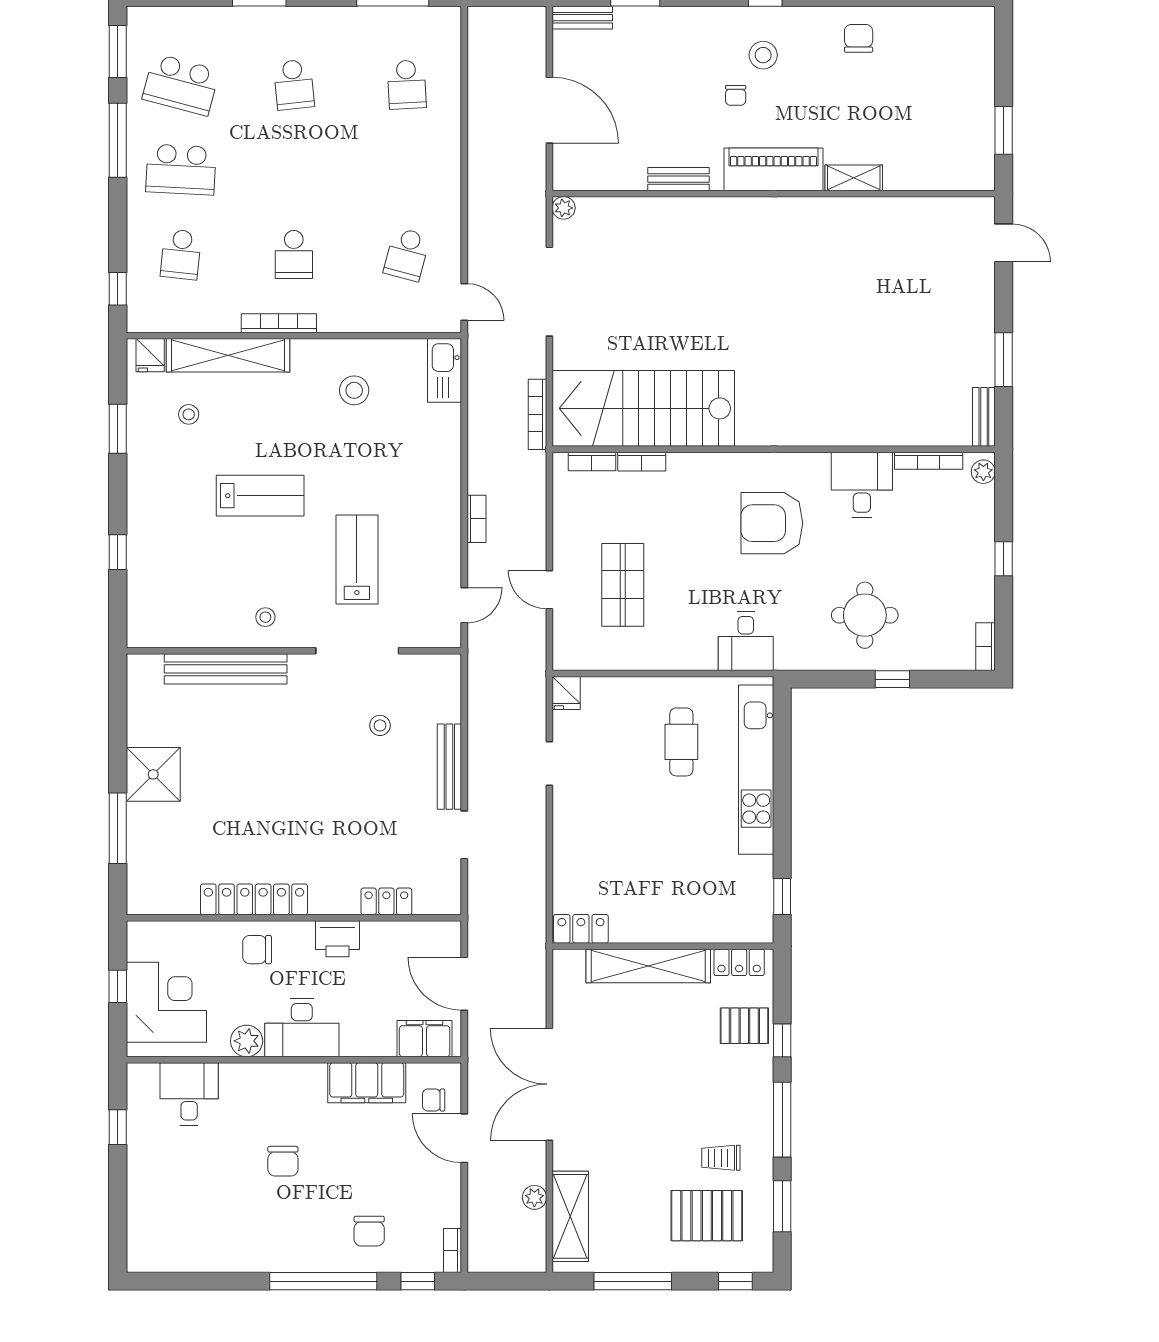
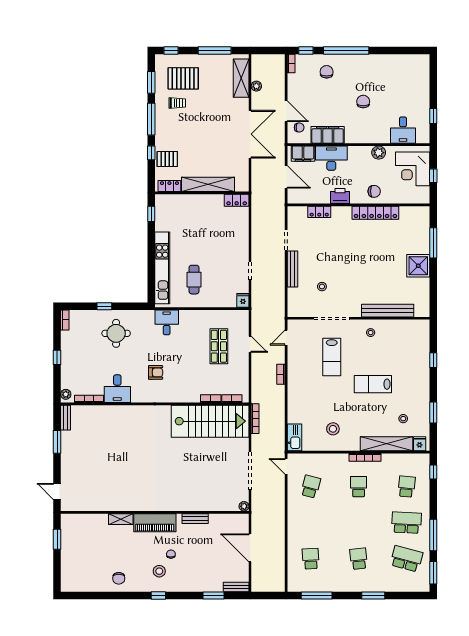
armchair: (772, 523) -> (156, 372), width x0.53, depth x0.53
desk: (302, 1028) -> (331, 158), moved

